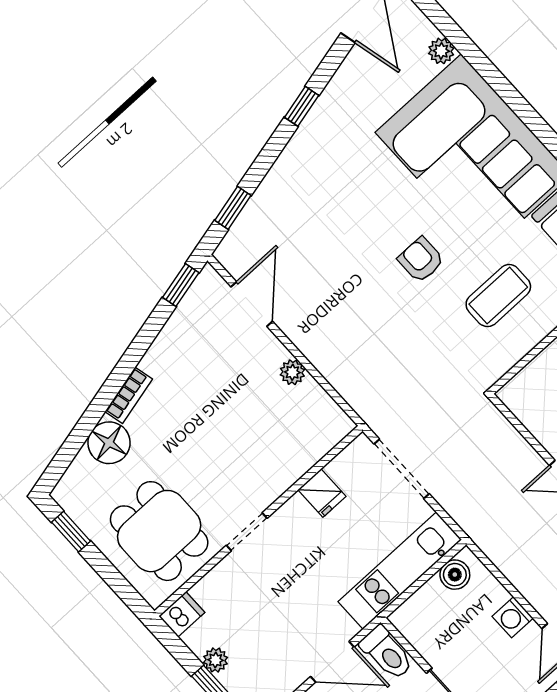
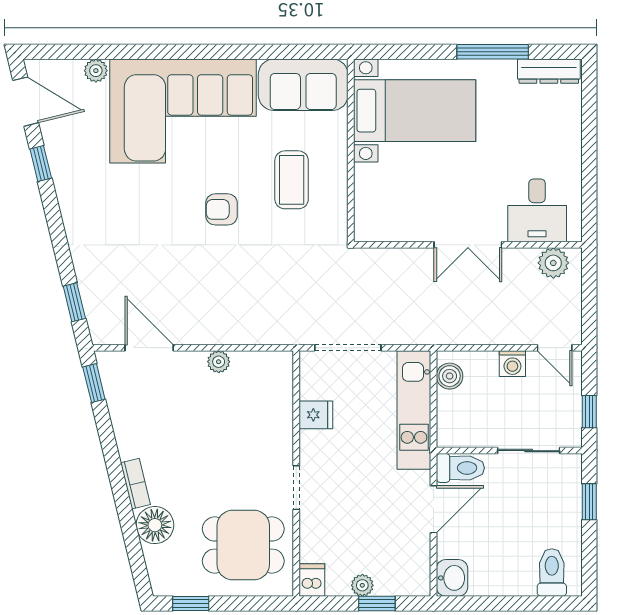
window: (302, 106) -> (41, 163), moved

